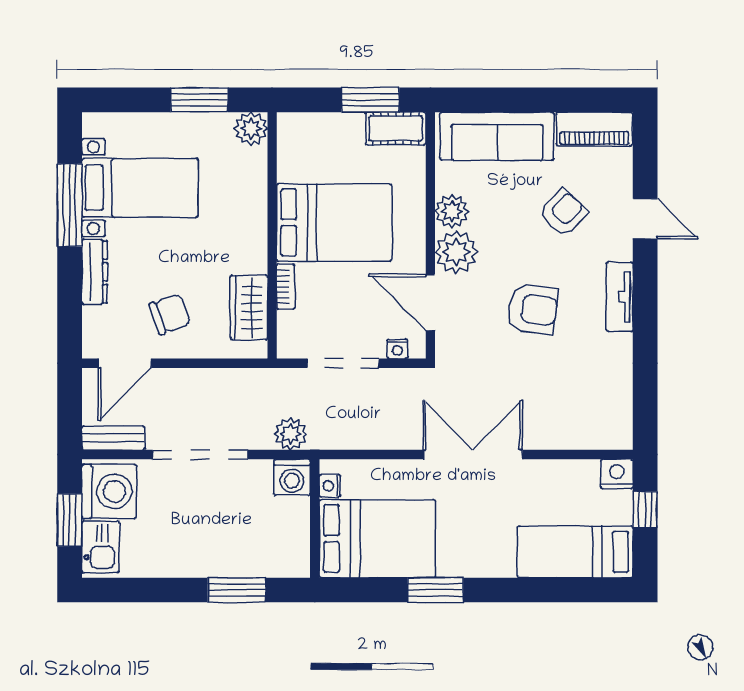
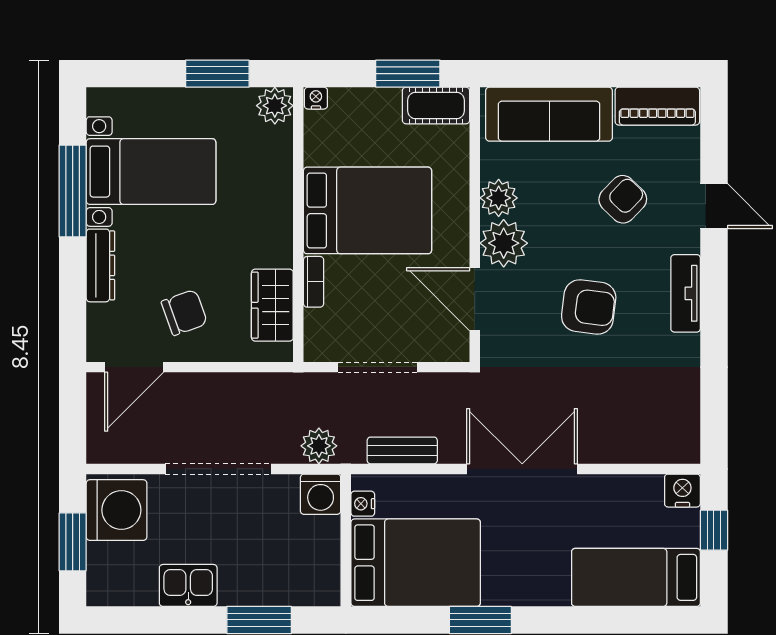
nightstand: (397, 349) -> (316, 98), moved, turned 180
bench: (113, 438) -> (402, 450), moved
kitchen sink: (101, 547) -> (188, 585), moved, turned -90

